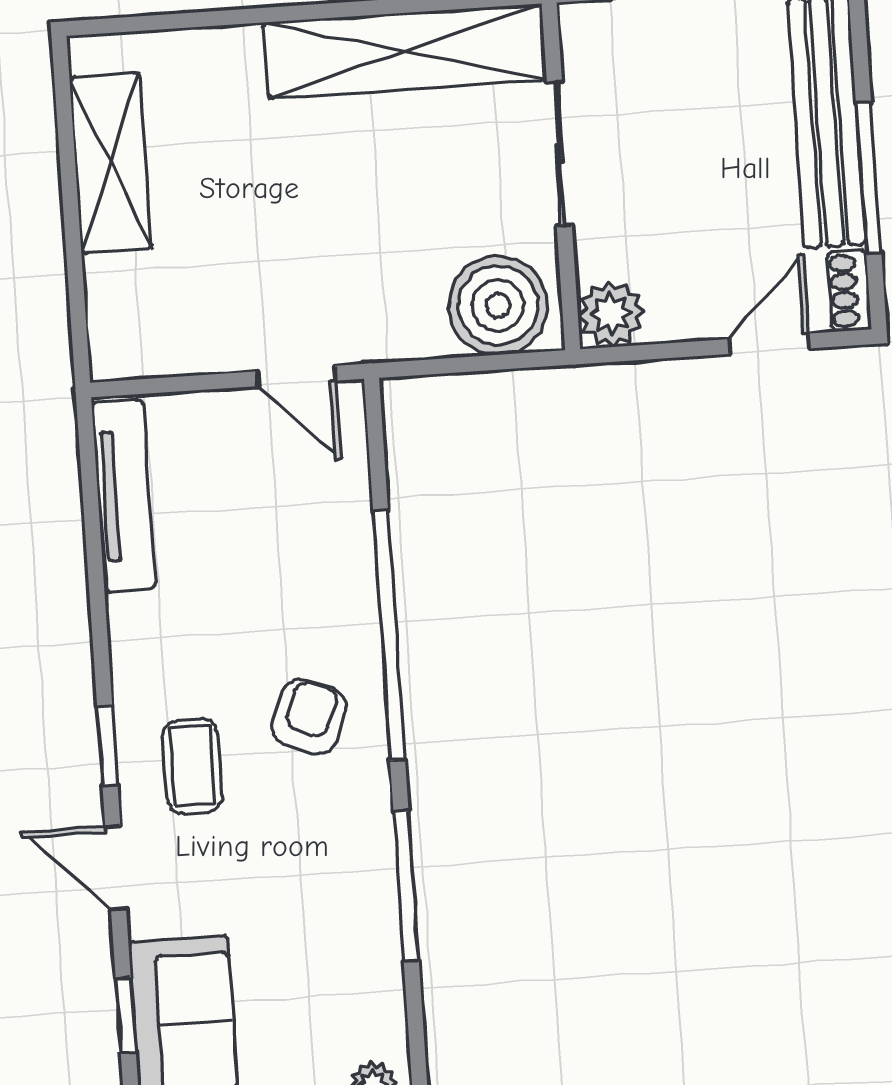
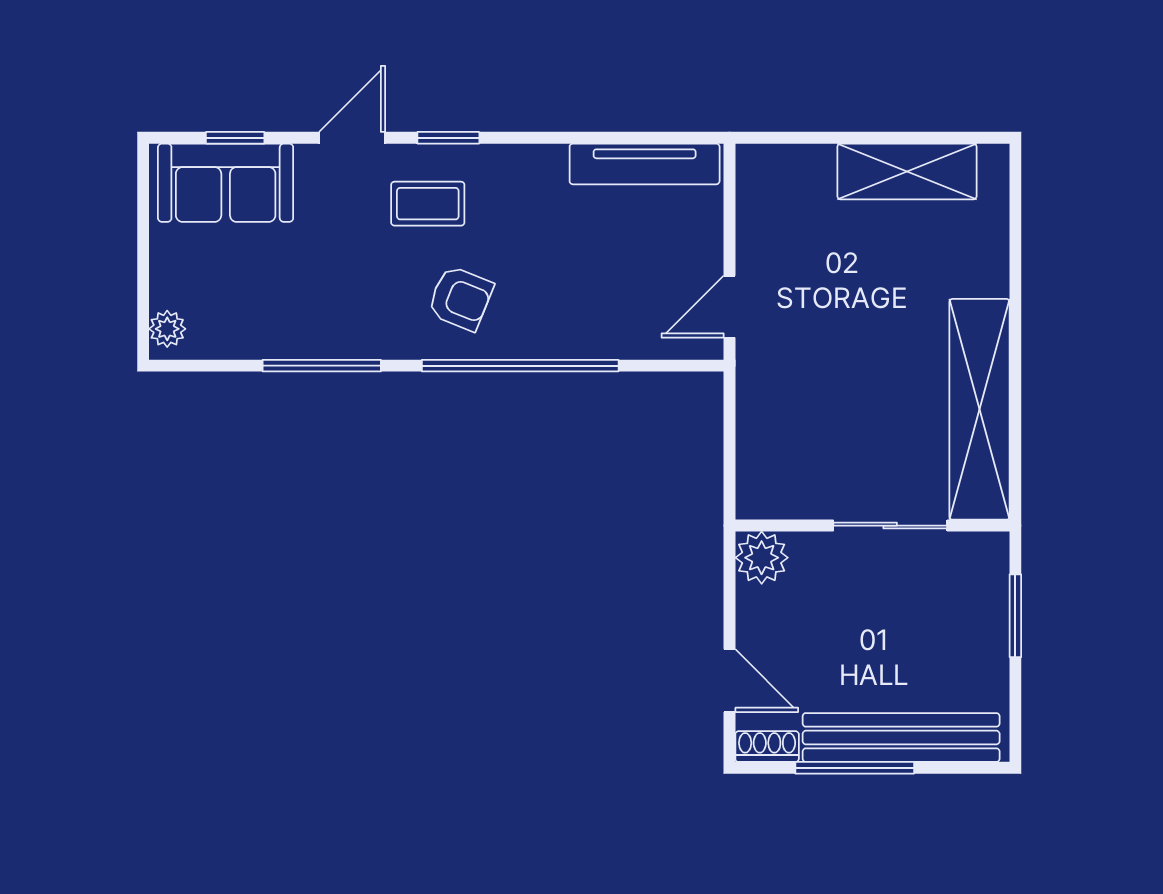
boiler: (498, 305) -> (774, 469), removed

